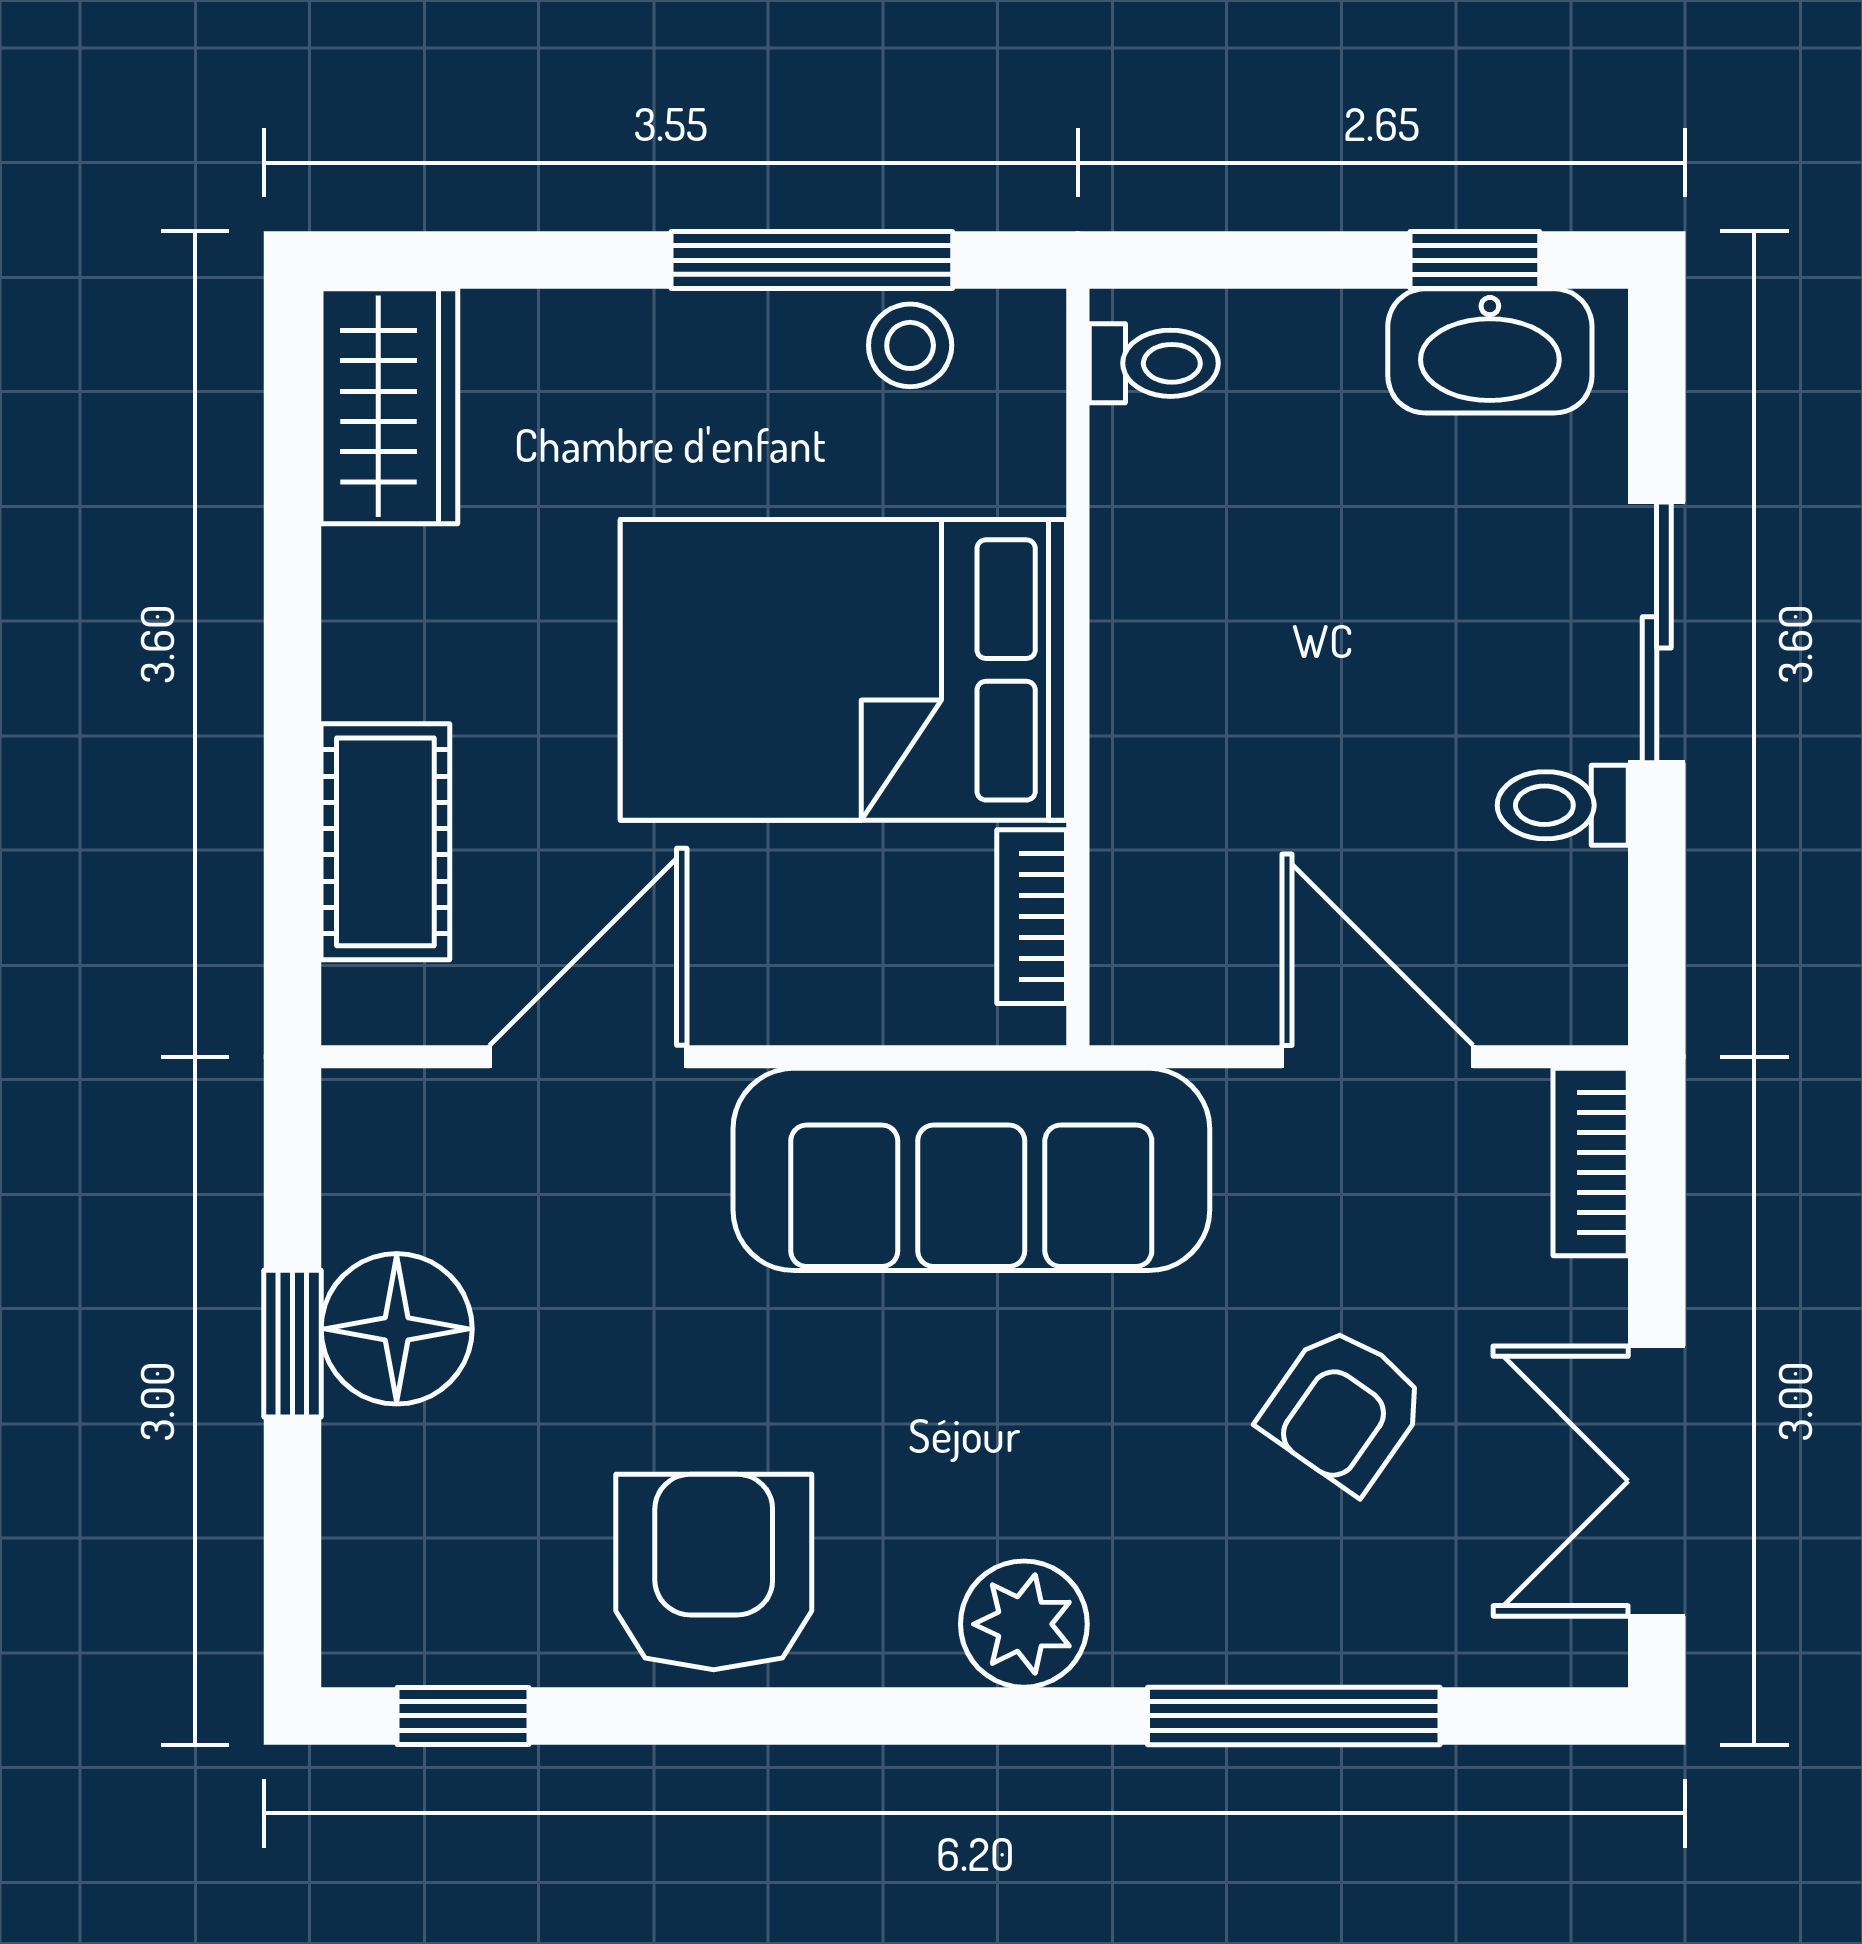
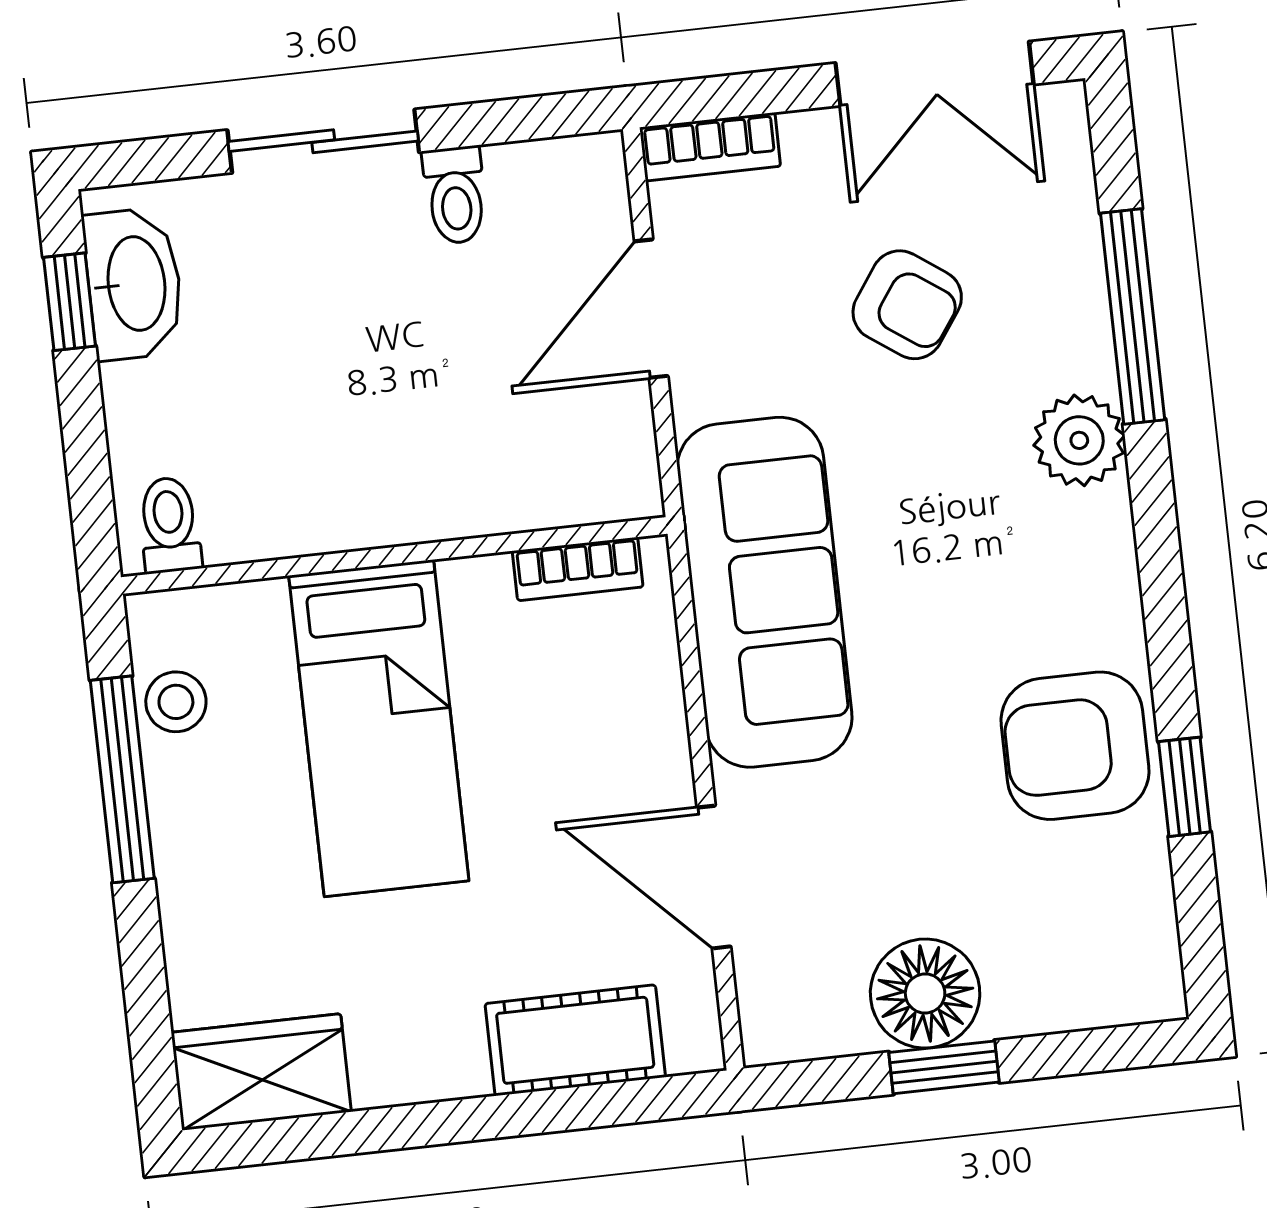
bed: (843, 670) -> (379, 728), width x0.67
plant: (1024, 1624) -> (1079, 440), moved
window: (463, 1716) -> (1185, 787), moved

